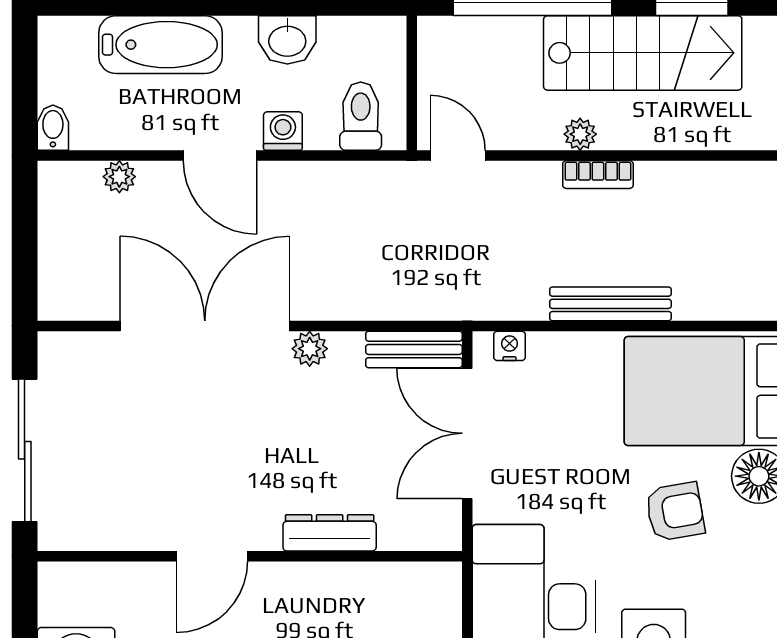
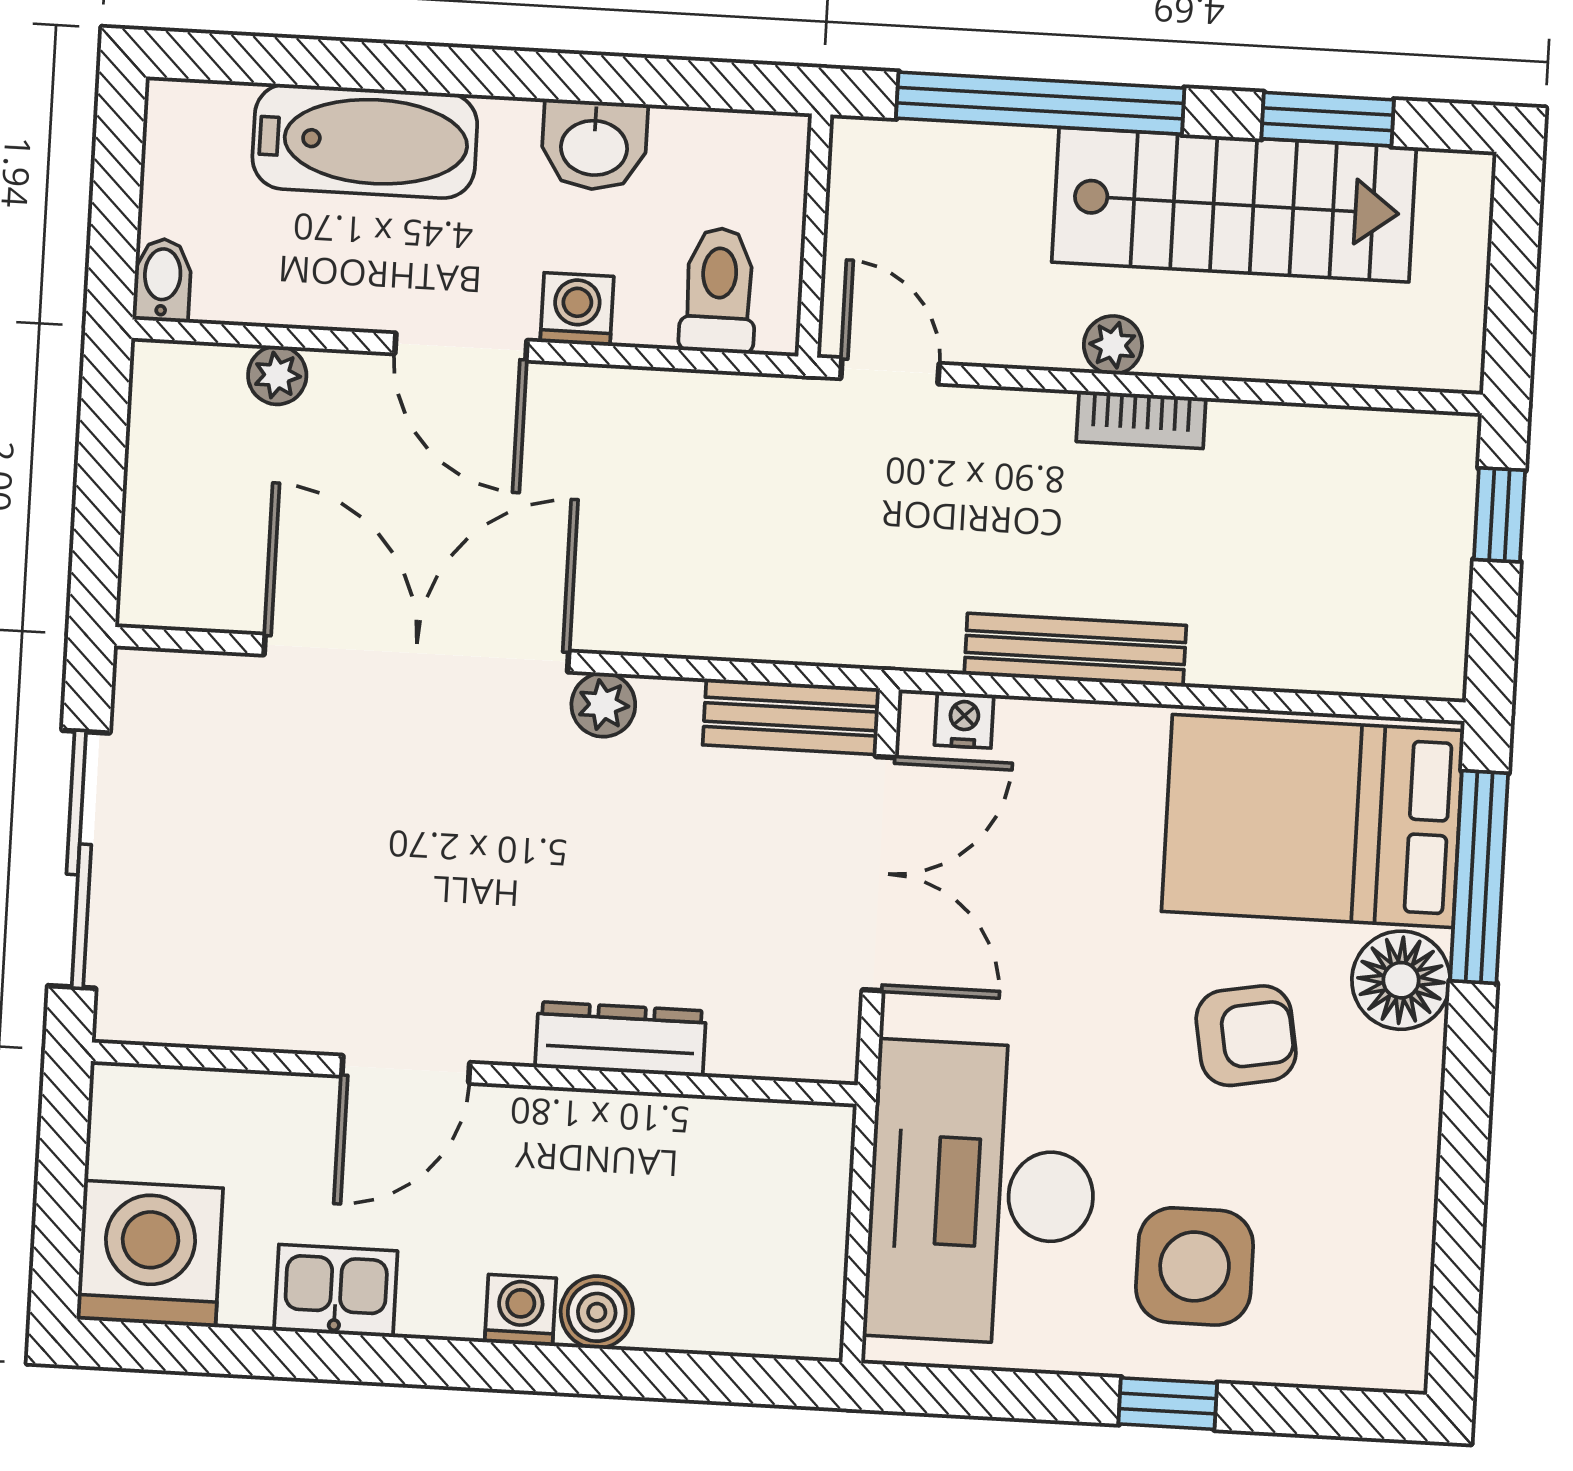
bench: (610, 304) -> (1075, 650), moved
double door: (467, 433) -> (879, 874), swing flipped

